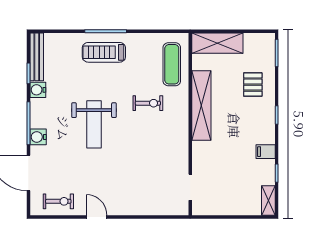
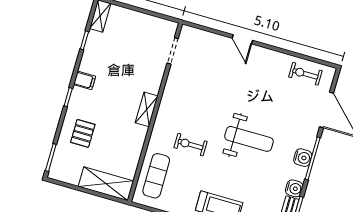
shelving: (201, 105) -> (147, 109), width x0.45, depth x0.75
weight bench: (94, 124) -> (249, 139), turned 90
water cooler: (38, 137) -> (303, 158), moved
filing cabinet: (266, 152) -> (85, 80), moved
door: (97, 217) -> (242, 39), moved

